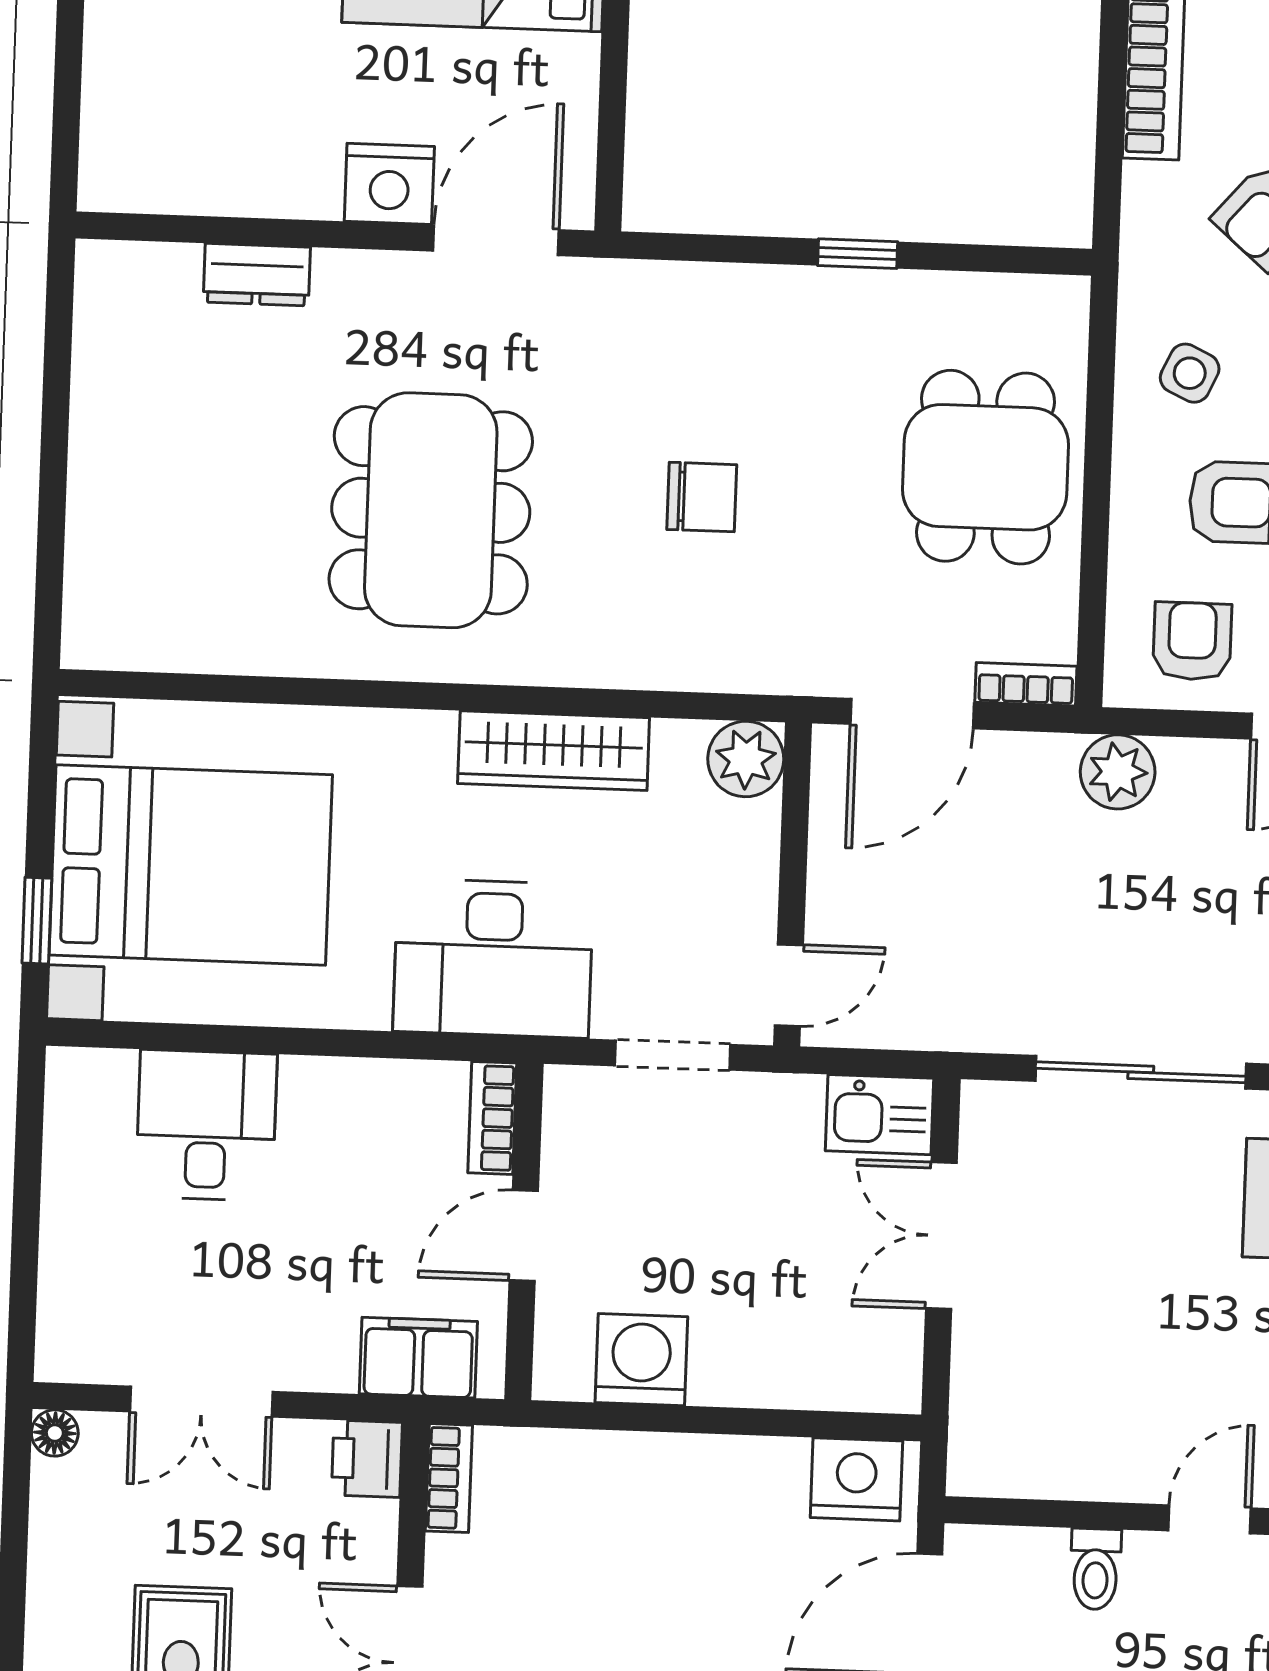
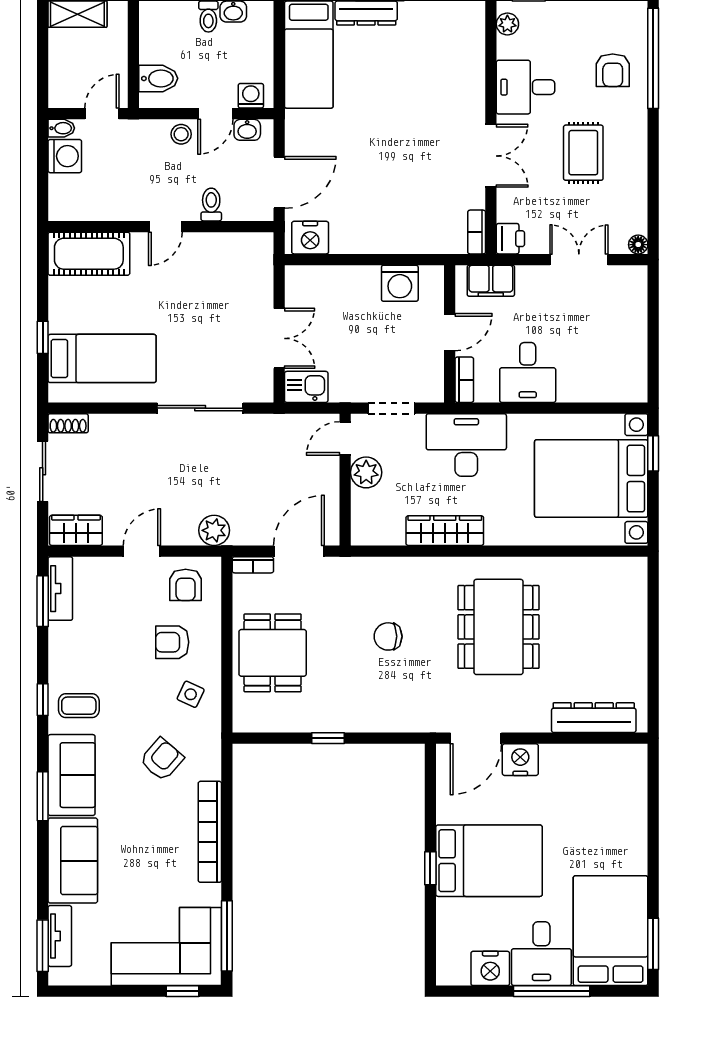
dresser: (257, 275) -> (594, 718), width x1.96, depth x1.24
plant: (746, 759) -> (366, 472), moved
desk: (206, 1125) -> (528, 372), moved

